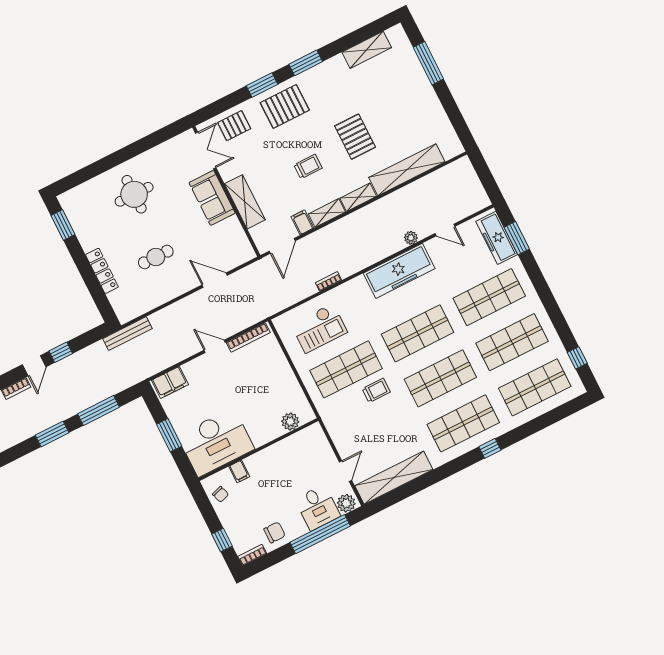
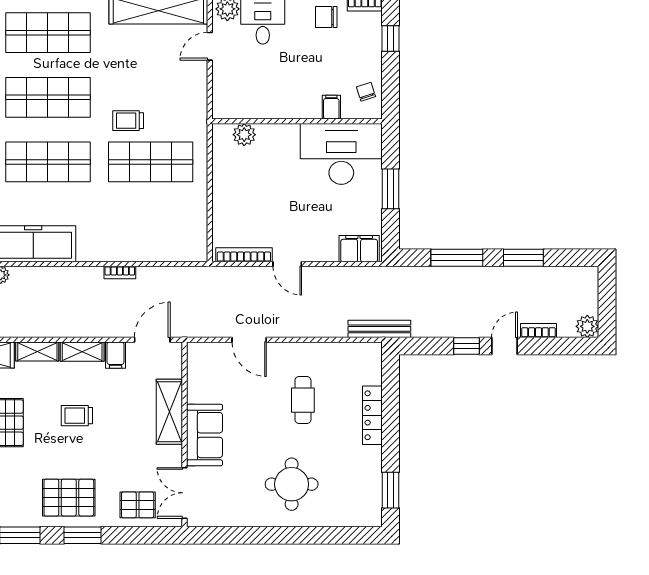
cafe table: (156, 257) -> (303, 400), turned 90
checkout: (319, 328) -> (157, 225), removed

